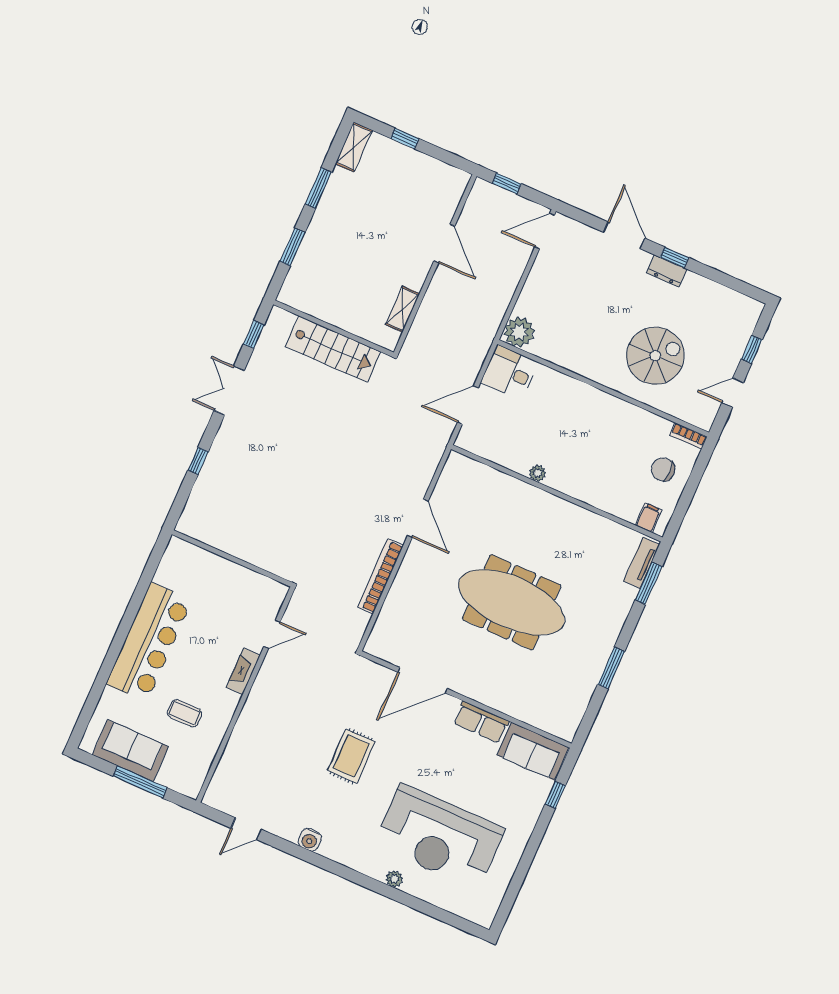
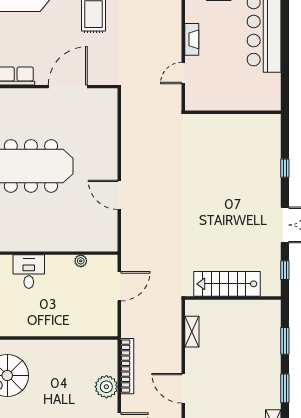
plant: (519, 332) -> (106, 387), moved
desk: (509, 372) -> (29, 272), moved, turned -90
plant: (538, 473) -> (81, 261), moved
bookcase: (381, 576) -> (127, 366), moved

